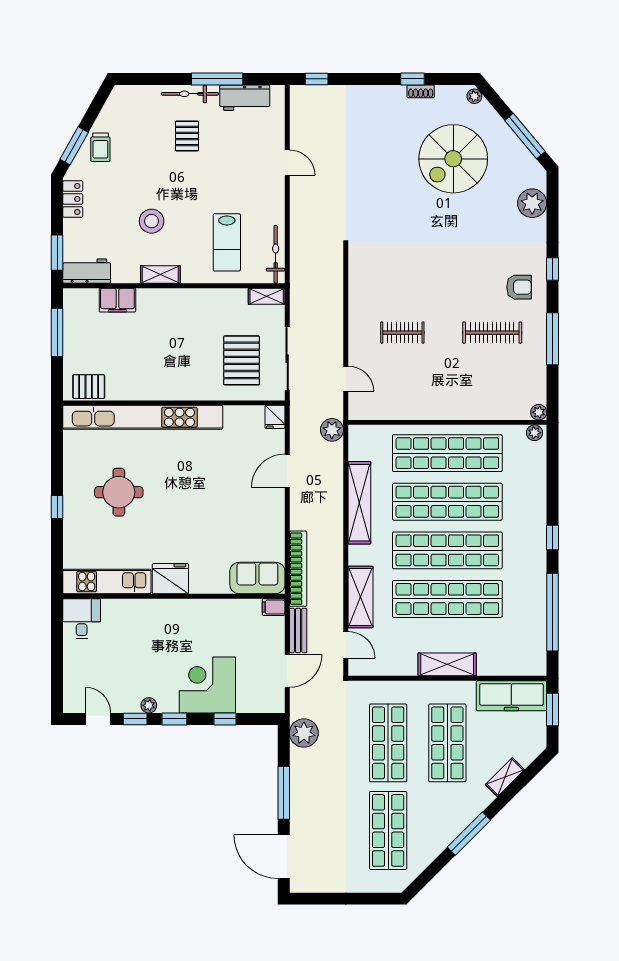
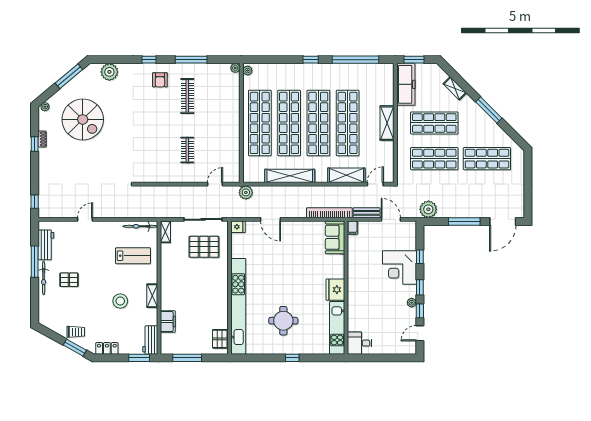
armchair: (519, 287) -> (160, 80), turned 180

